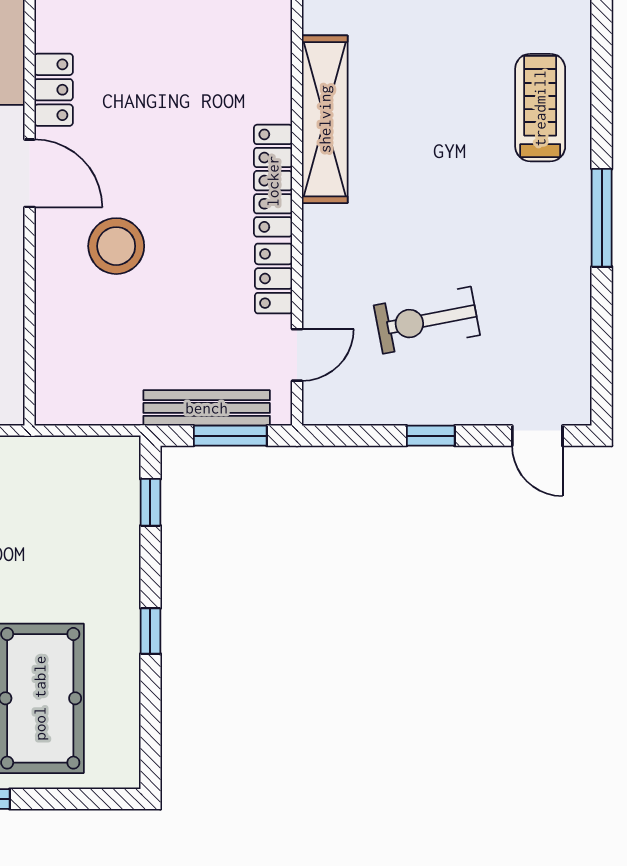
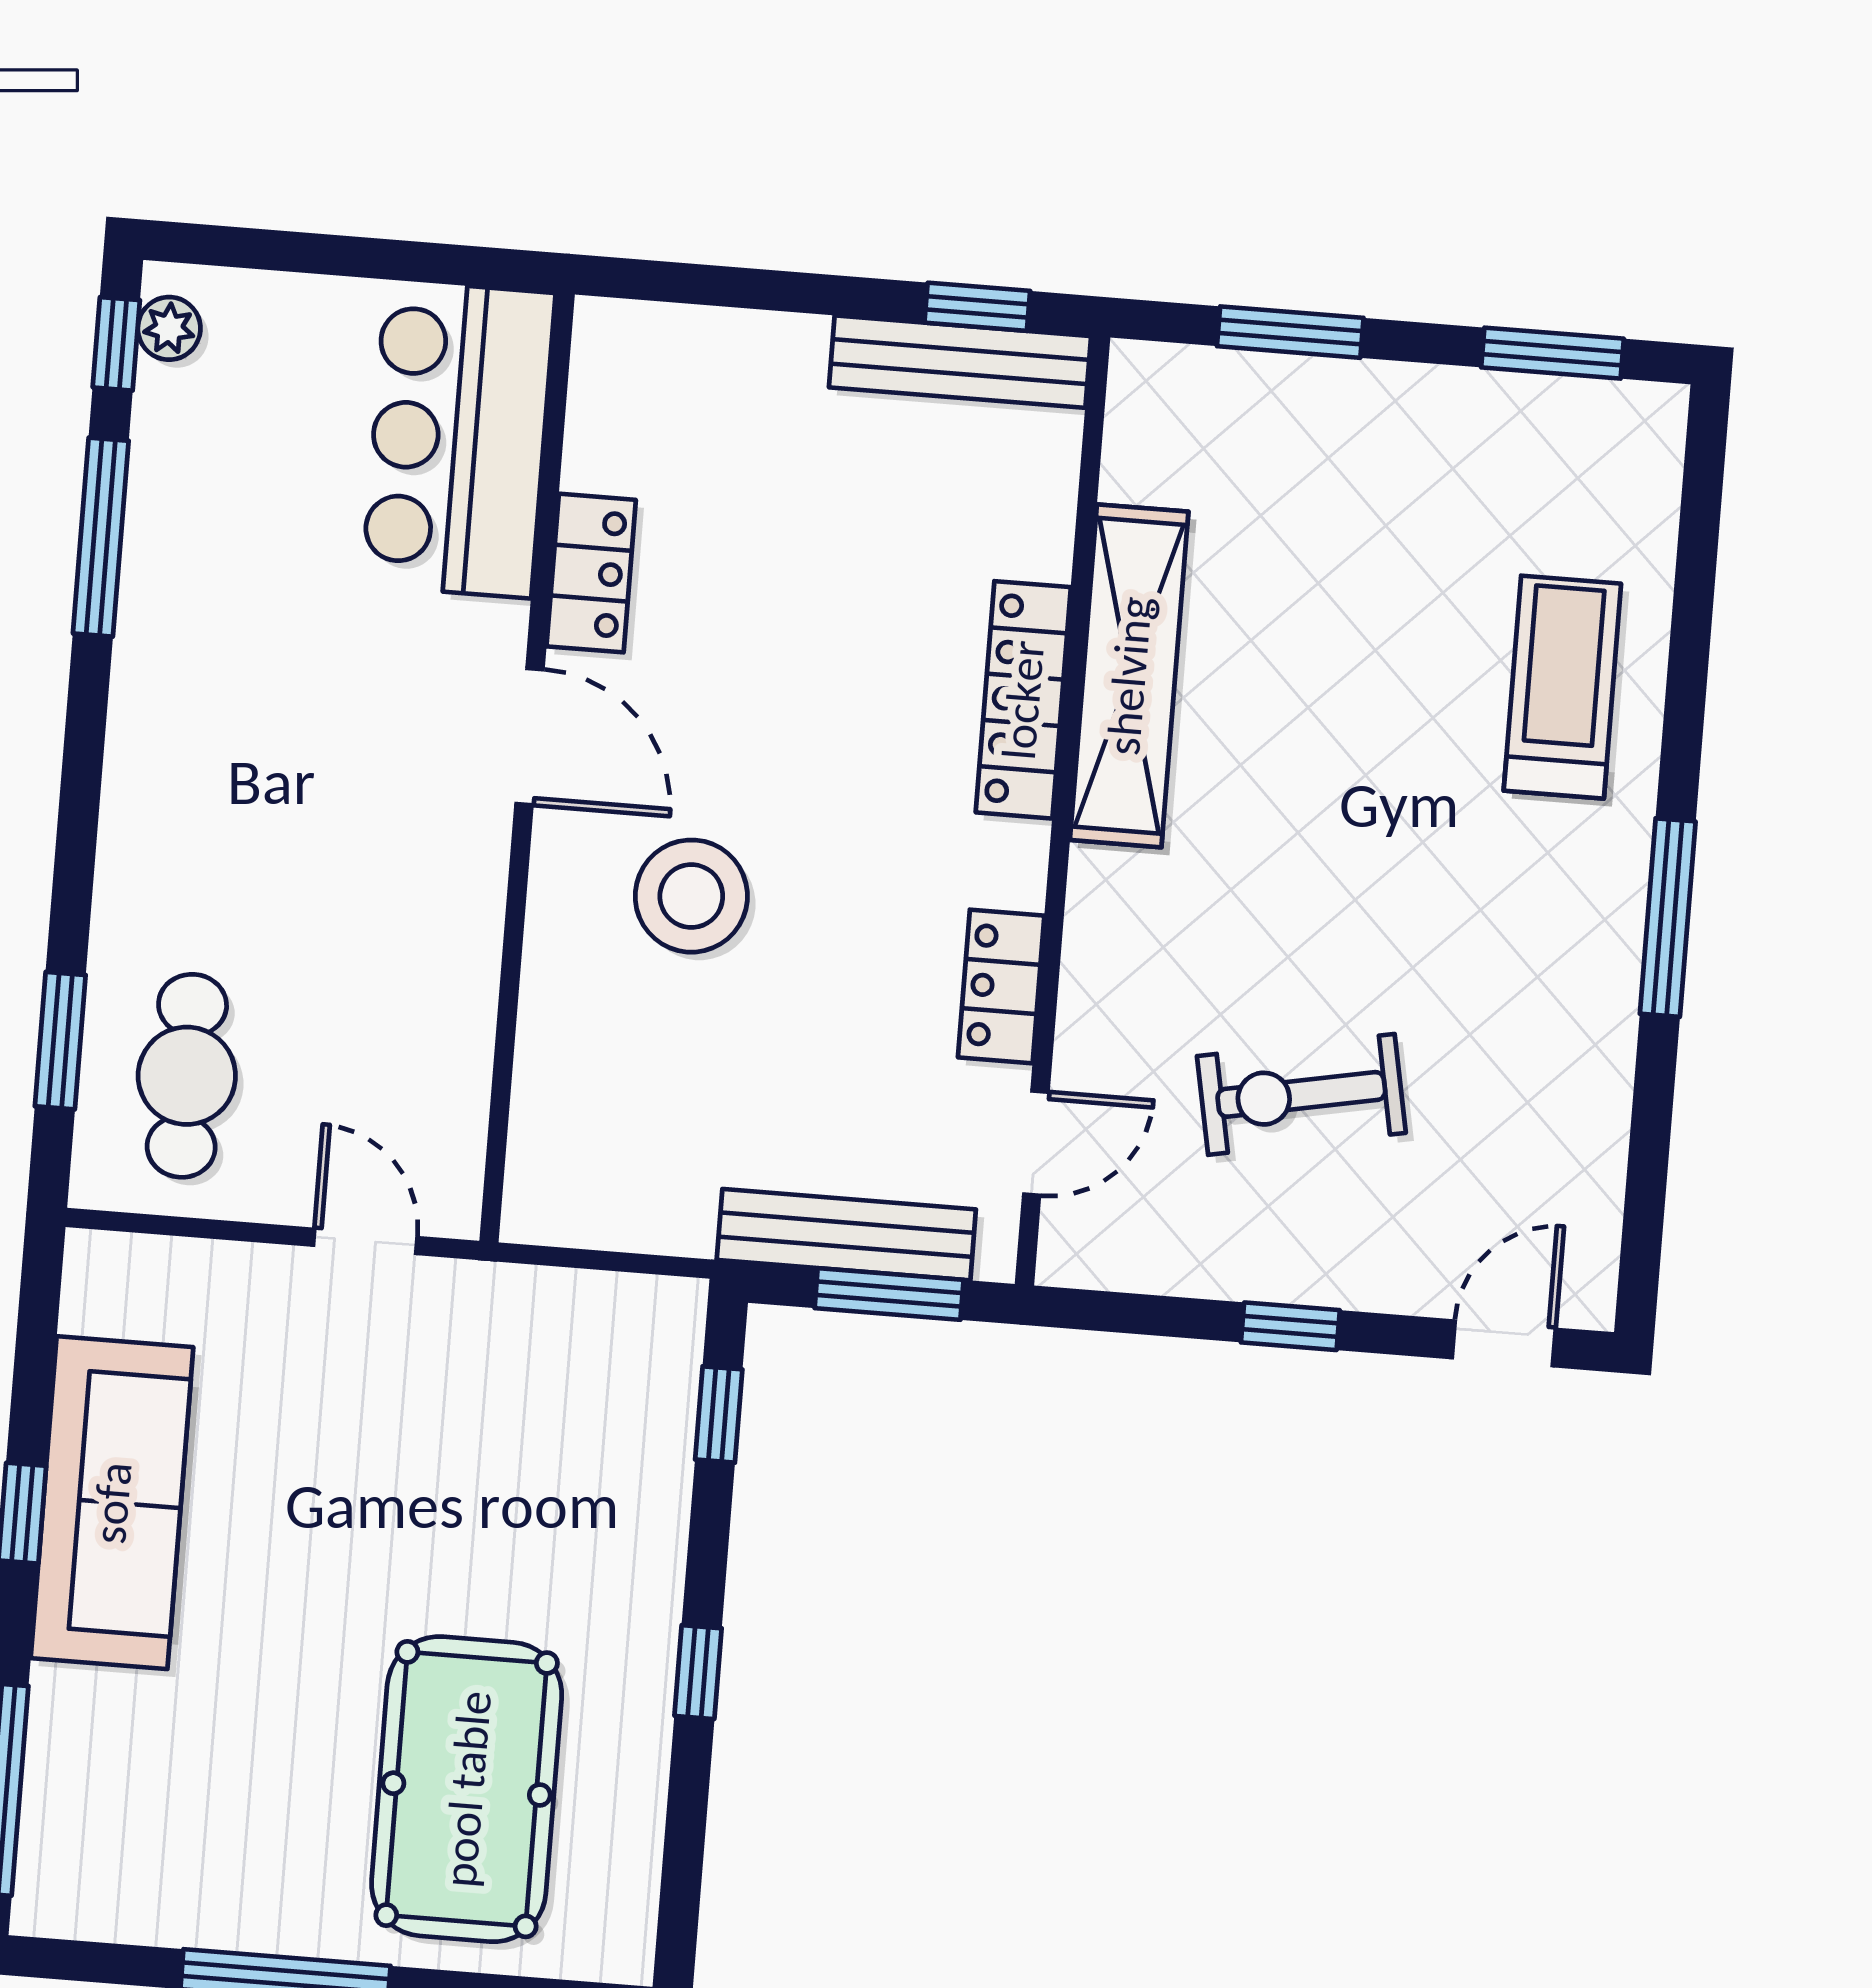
locker: (273, 181) -> (1023, 700), moved
door: (537, 436) -> (1504, 1343), swing flipped

